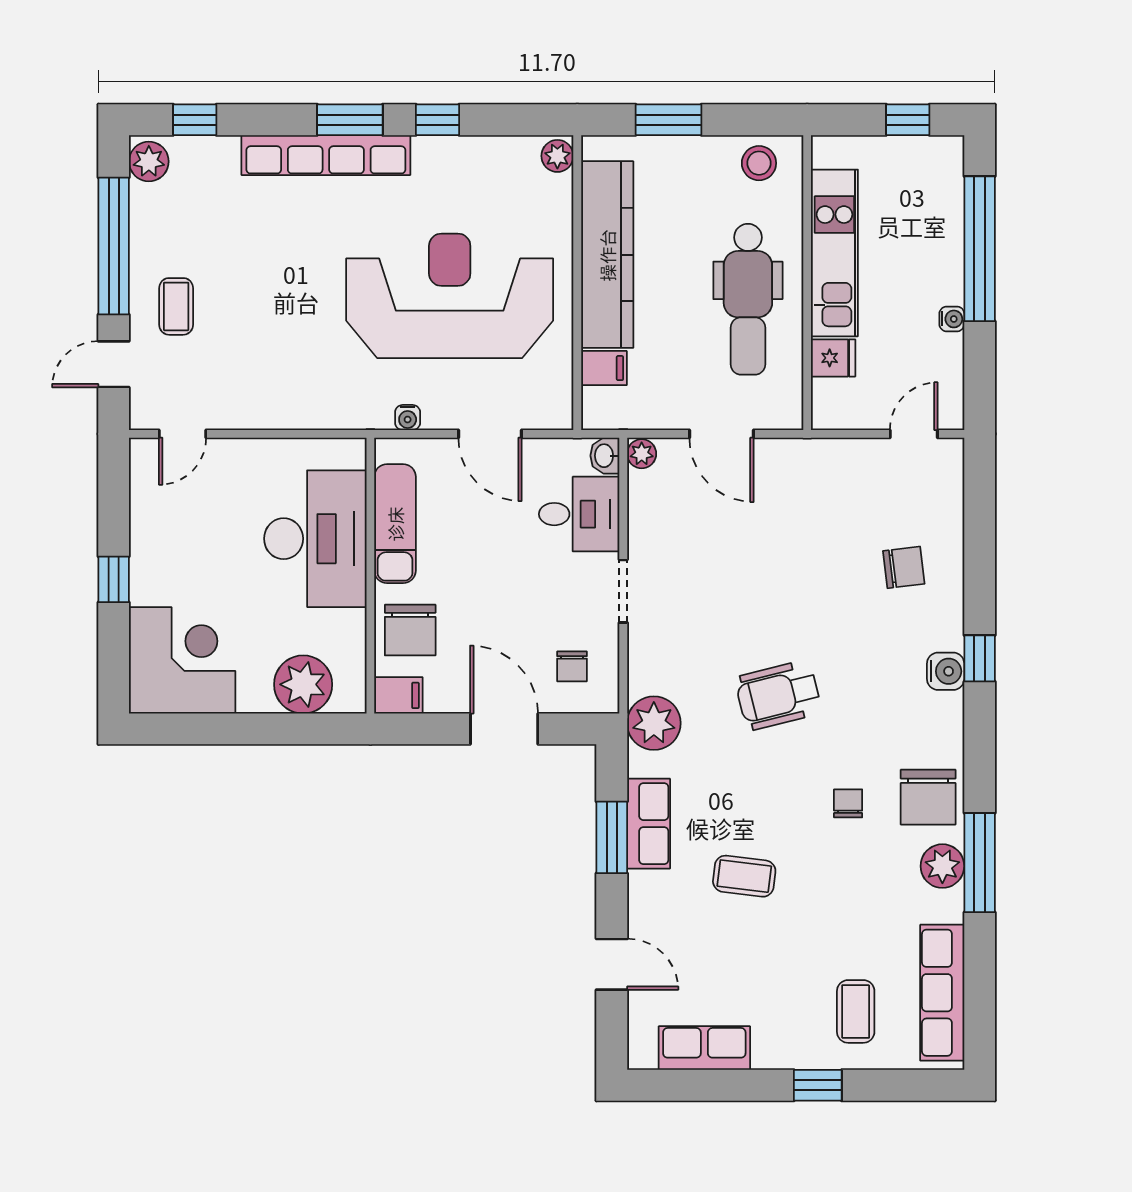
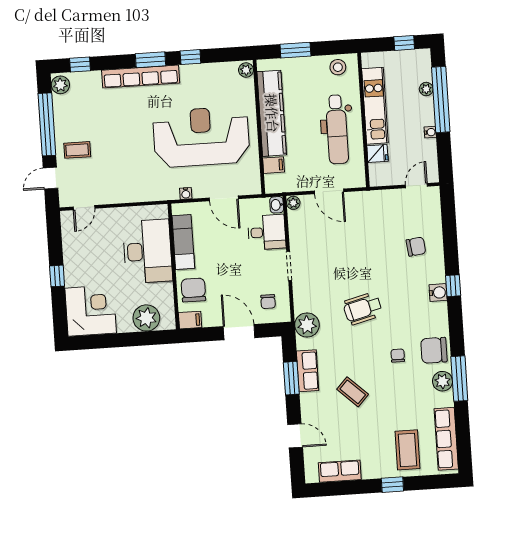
plant: (949, 224) -> (426, 89), added
coffee table: (176, 306) -> (77, 150), turned 90
chair: (410, 630) -> (193, 290), turned 180
chair: (928, 797) -> (434, 350), turned 90
coffee table: (744, 876) -> (353, 392), turned 36
coffee table: (856, 1011) -> (407, 450), width x1.36, depth x1.30

